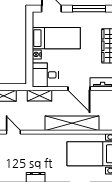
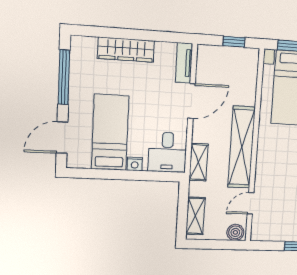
shelving: (72, 123) -> (242, 147), moved

